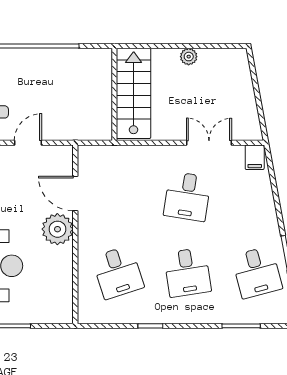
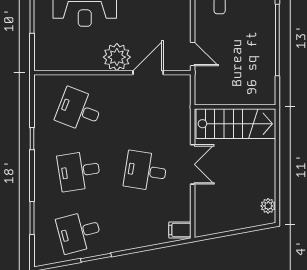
plant: (189, 57) -> (268, 206), moved
door: (28, 143) -> (193, 54), moved
double door: (209, 143) -> (193, 164), moved
desk: (118, 272) -> (79, 110), turned 39

